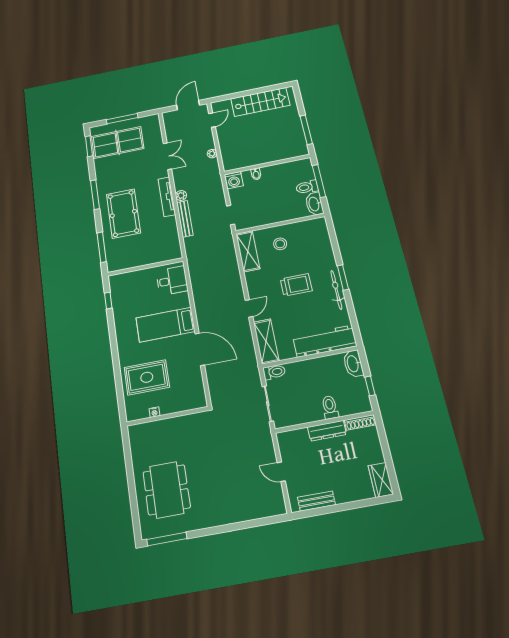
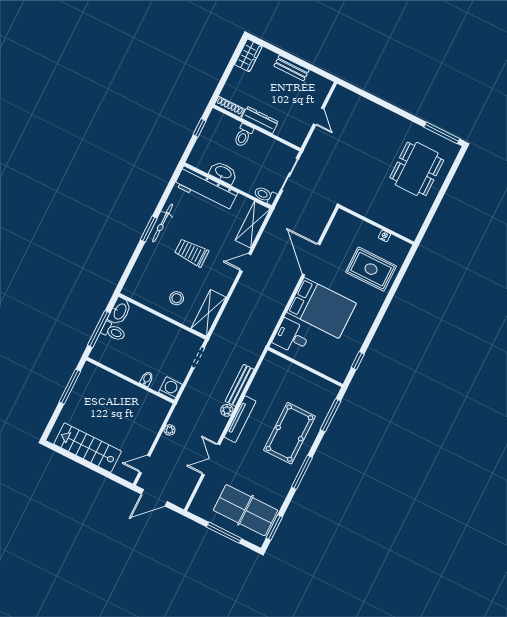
bed: (165, 325) -> (321, 308), width x1.50
washbasin: (353, 364) -> (223, 173), moved, turned -90
bench: (316, 501) -> (291, 68), moved

